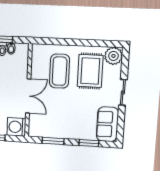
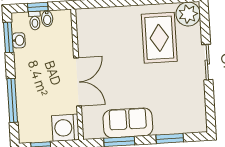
coffee table: (59, 71) -> (117, 43), removed
sofa: (107, 124) -> (128, 123), moved, turned 90

